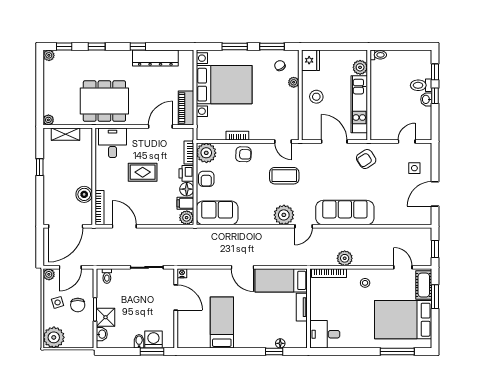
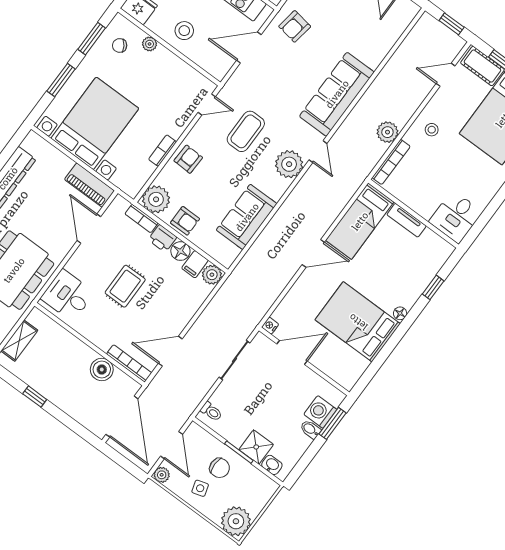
armchair: (366, 159) -> (295, 26), turned 42
sofa: (217, 213) -> (247, 217), moved
bed: (222, 322) -> (358, 322), width x1.50
floor lamp: (280, 343) -> (400, 313), moved

